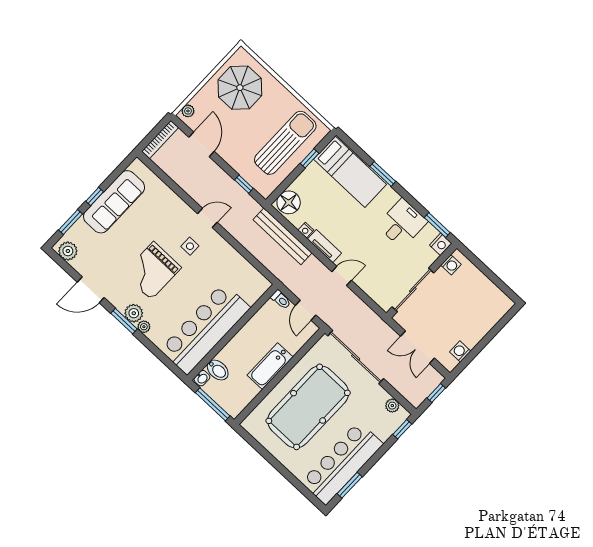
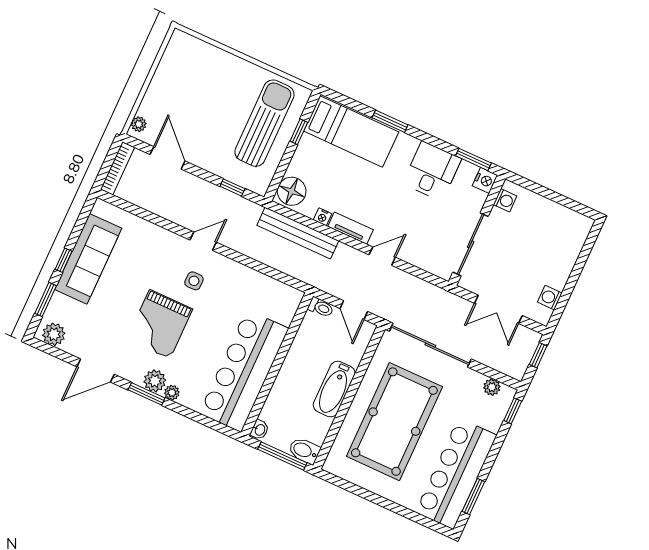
parasol: (240, 88) -> (190, 77), removed
bidet: (218, 370) -> (304, 451), moved, turned 180

